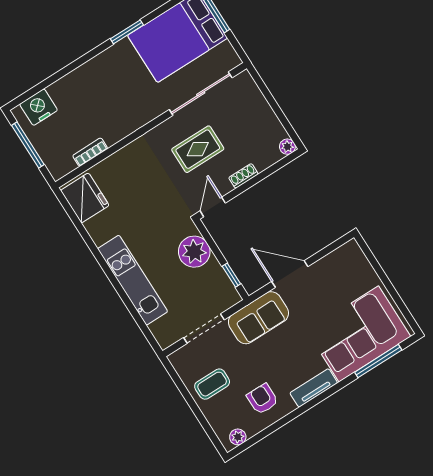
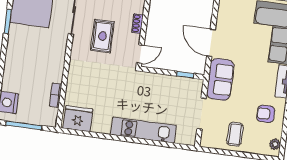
door: (213, 207) -> (140, 54), swing flipped
plant: (194, 252) -> (156, 84), removed
door: (290, 274) -> (211, 43), hinge flipped

